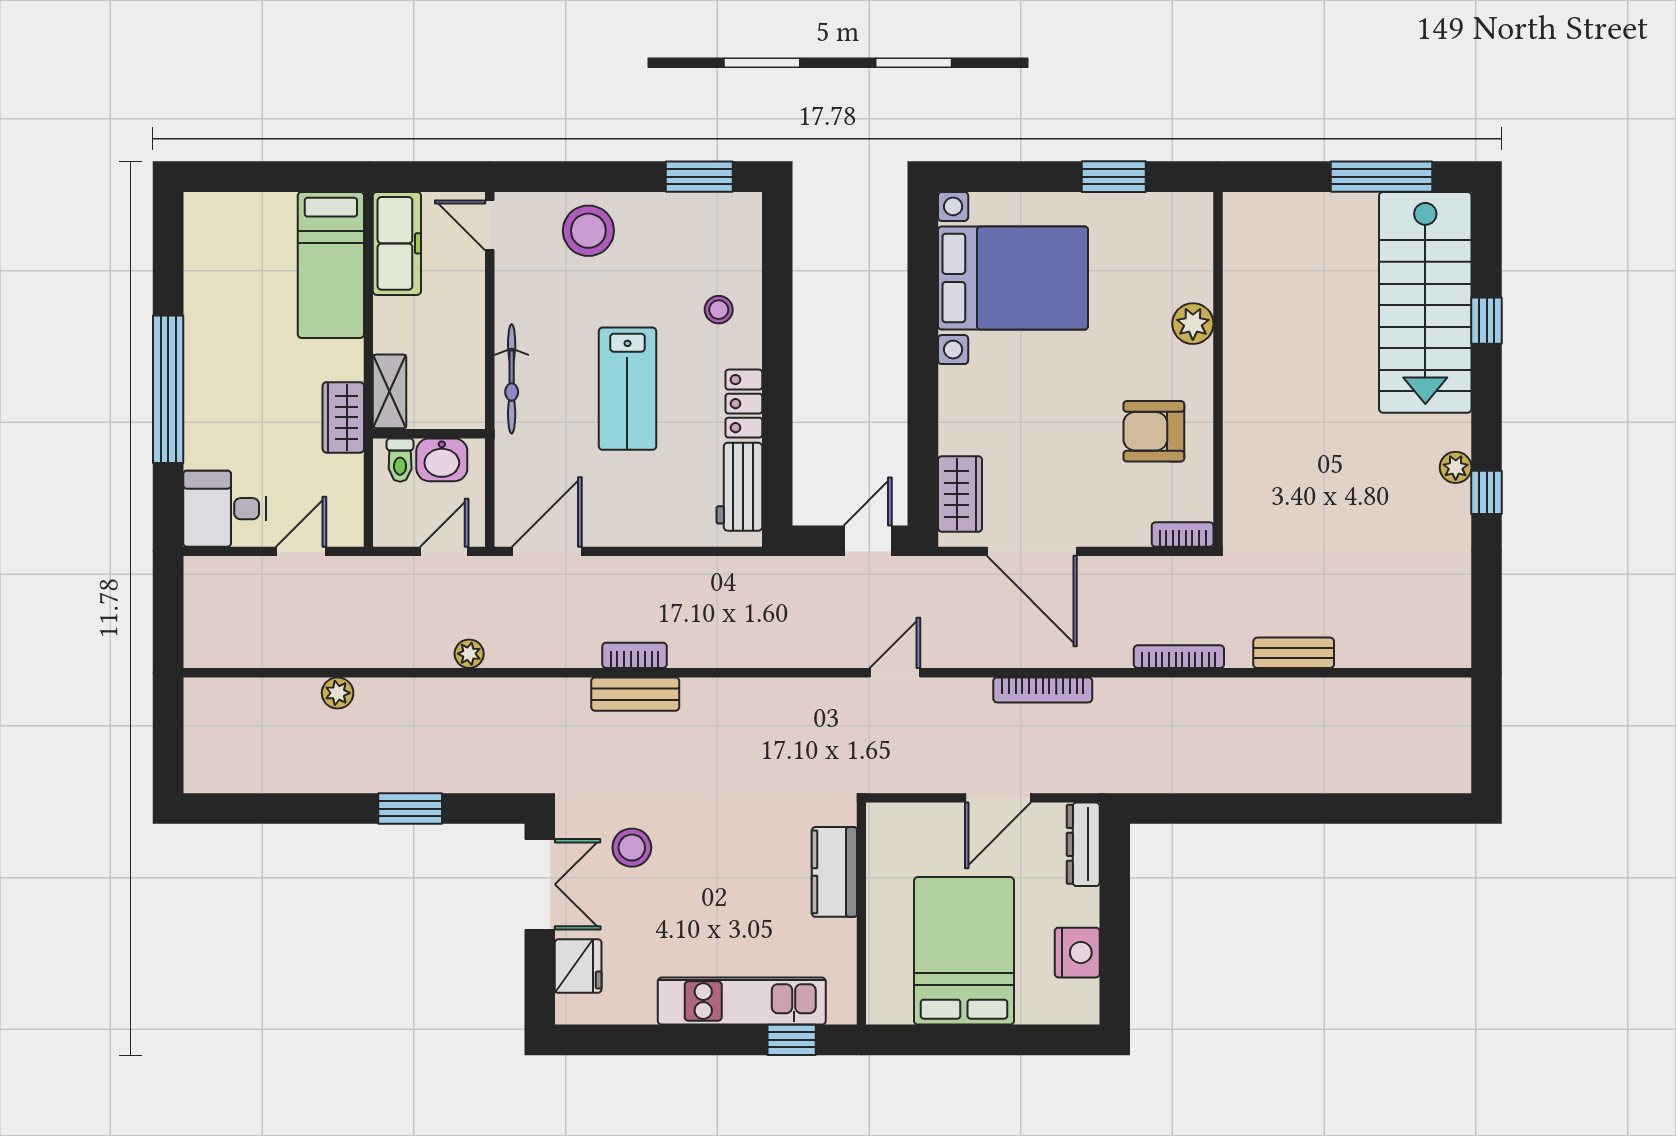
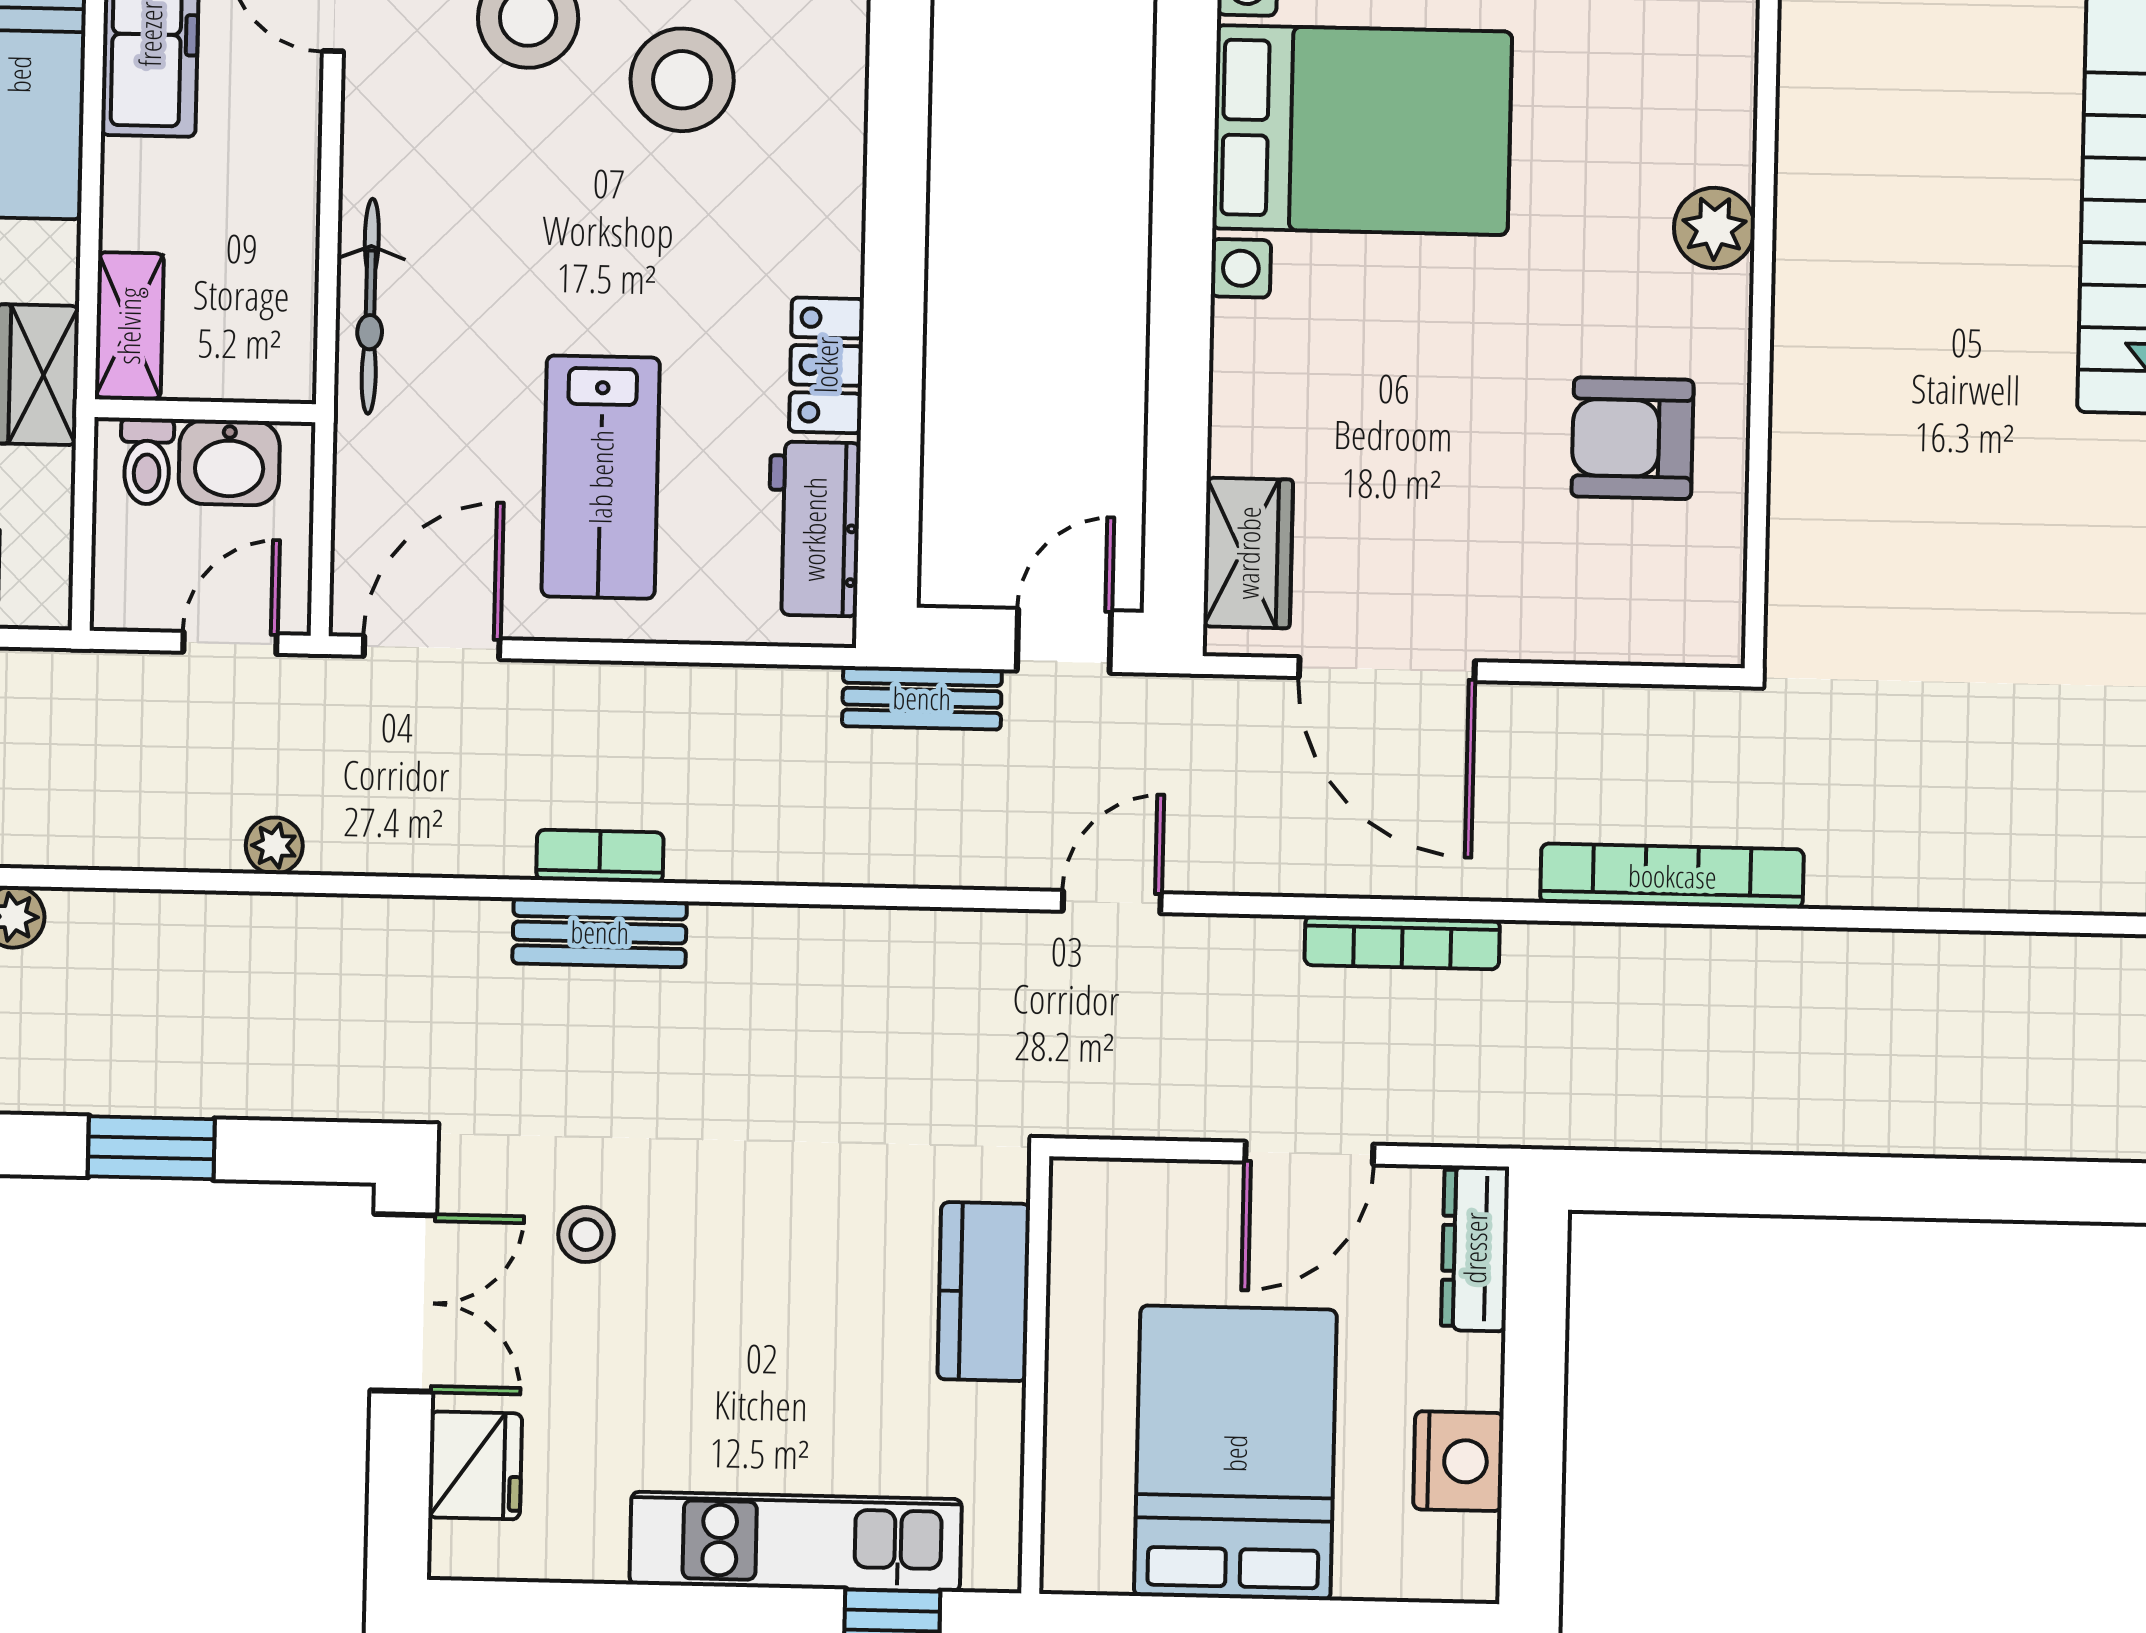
stool: (719, 310) -> (682, 80), moved, width x1.89, depth x1.89
lab bench: (627, 389) -> (601, 477), moved
bookcase: (1183, 534) -> (1685, 643), removed
bench: (1294, 653) -> (922, 698), moved
bookcase: (1179, 657) -> (1672, 876), width x1.48, depth x1.31
stool: (632, 848) -> (586, 1235), width x0.73, depth x0.73

